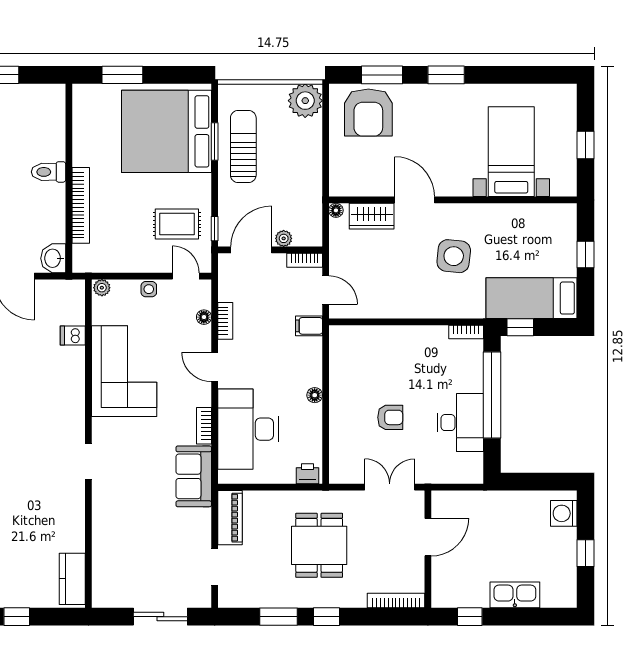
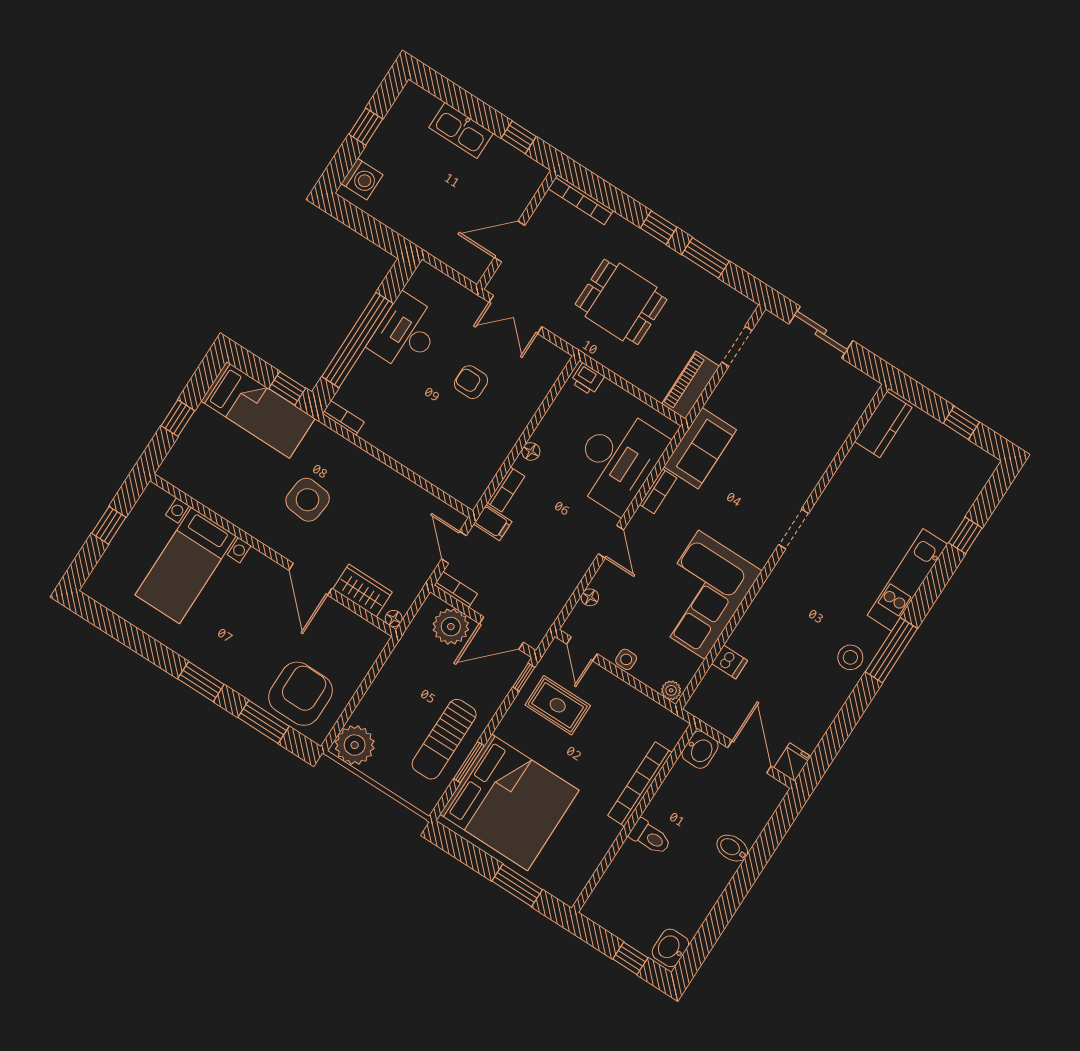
plant: (284, 238) -> (451, 627), width x1.87, depth x1.87
bookcase: (225, 321) -> (506, 489), moved, turned 180
dining table: (319, 545) -> (621, 302), turned 90

